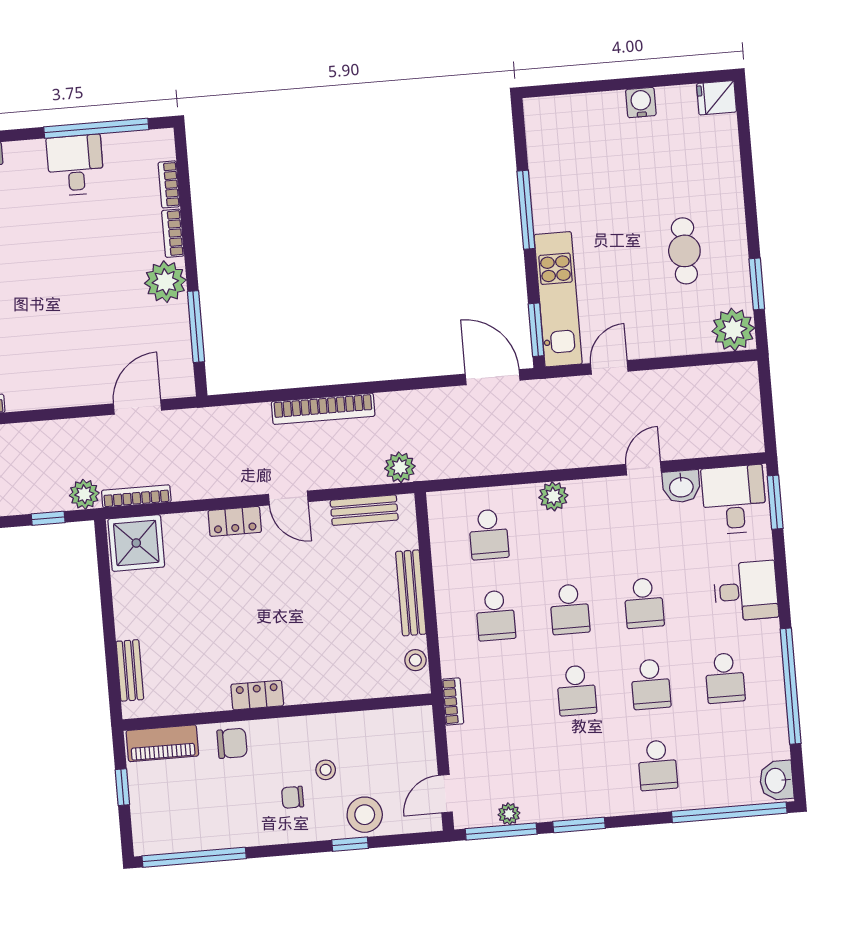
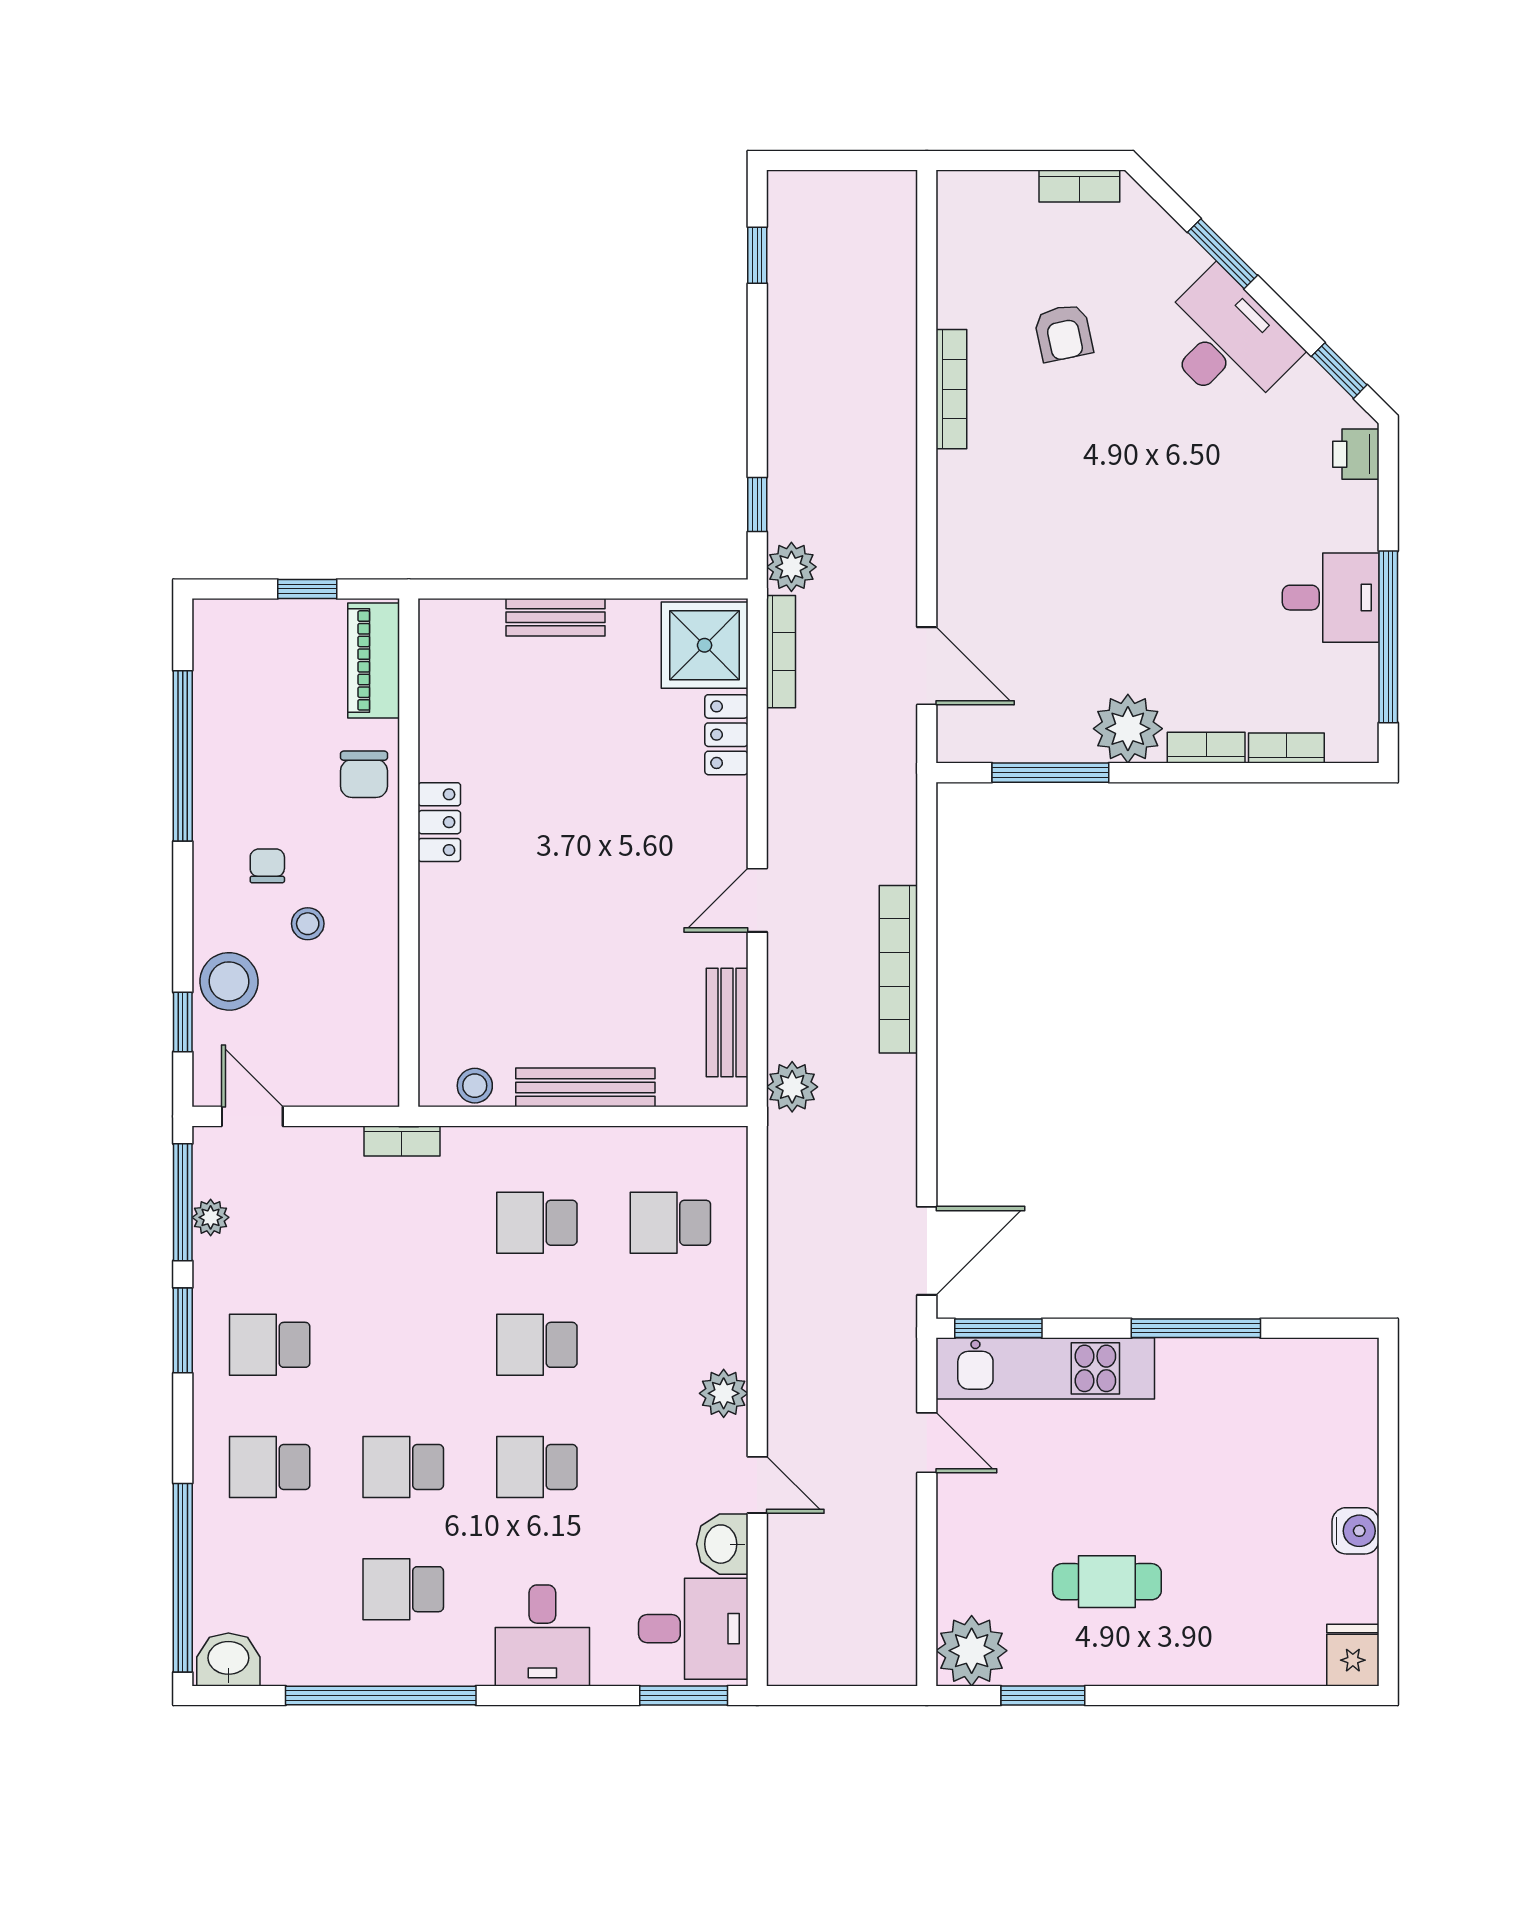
plant: (553, 496) -> (724, 1393), moved
locker: (235, 521) -> (726, 735), moved
bench: (130, 670) -> (556, 617), moved
school desk: (576, 690) -> (270, 1345), moved
window: (350, 844) -> (183, 1022), moved
window: (194, 857) -> (183, 756), moved

